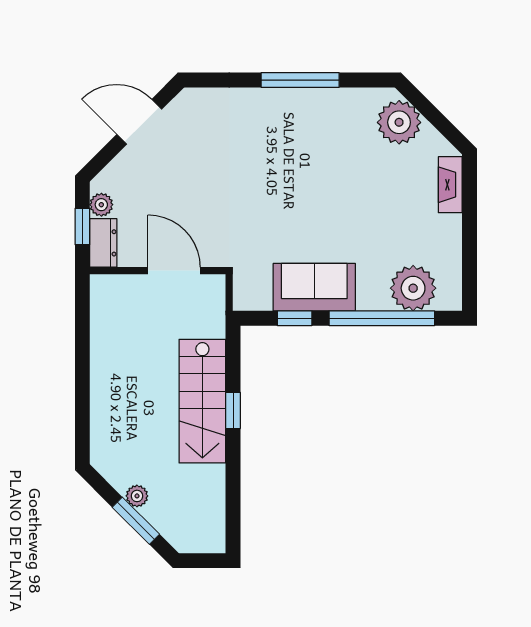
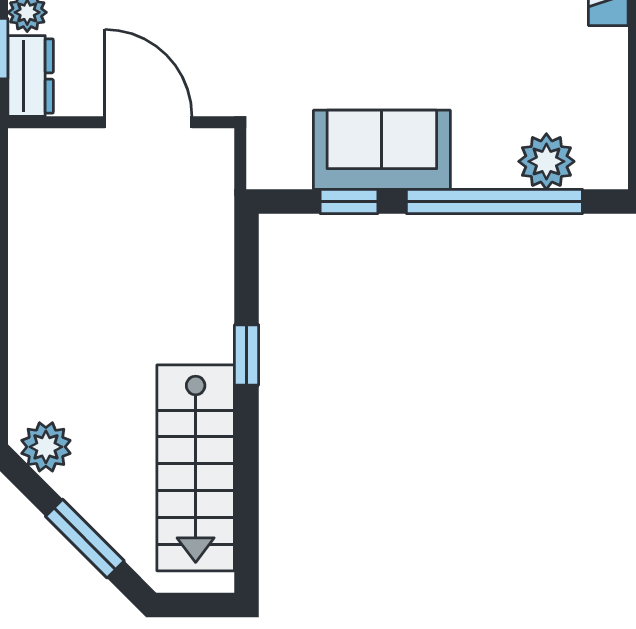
plant: (413, 288) -> (546, 161), width x0.73, depth x0.73
stairs: (202, 401) -> (196, 468), moved
plant: (137, 496) -> (46, 447), moved, width x1.38, depth x1.38

